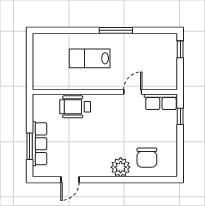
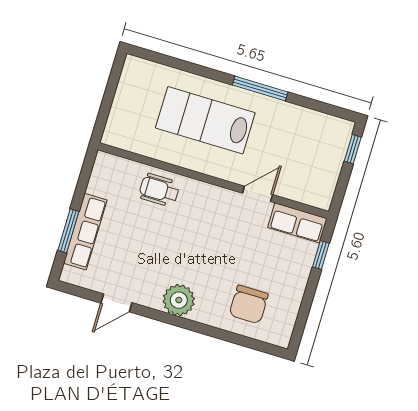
lab bench: (90, 58) -> (205, 120), width x1.36, depth x1.39
wheelchair: (75, 107) -> (159, 190), width x0.73, depth x0.73
plant: (121, 167) -> (179, 300), moved

